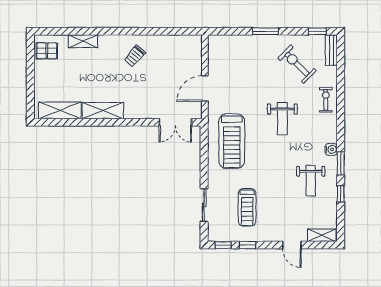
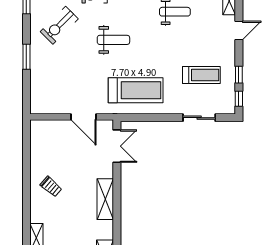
shelving: (103, 111) -> (105, 199), moved

